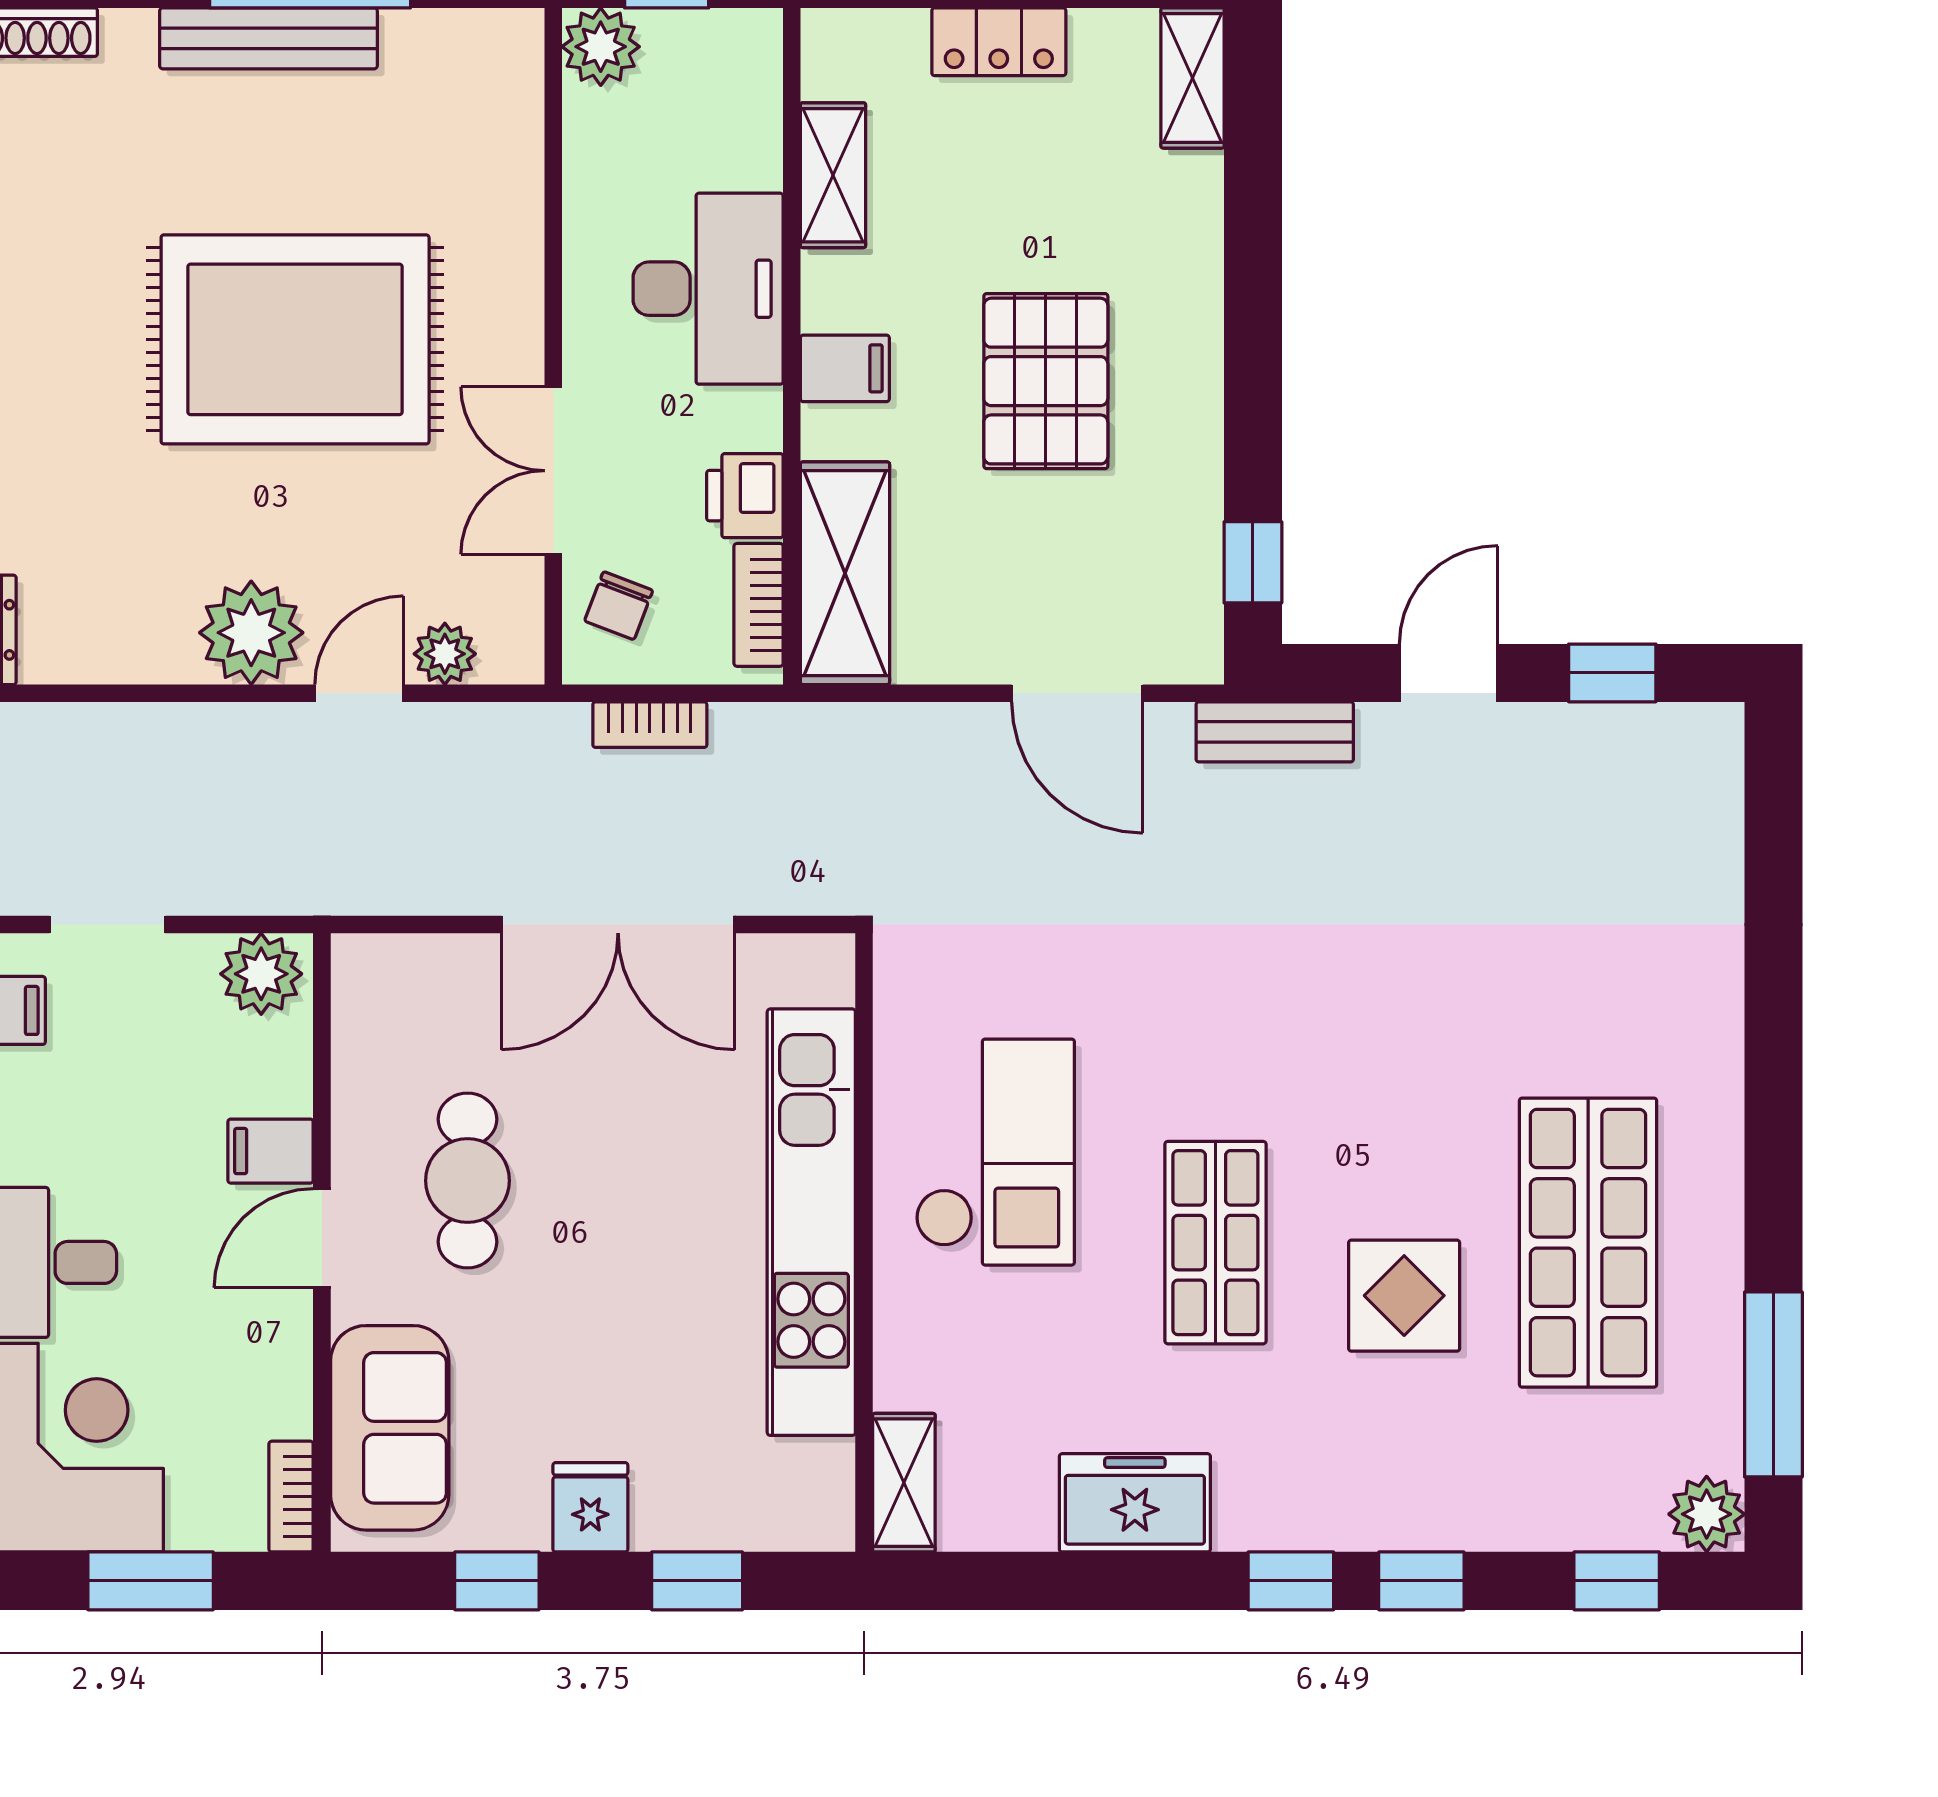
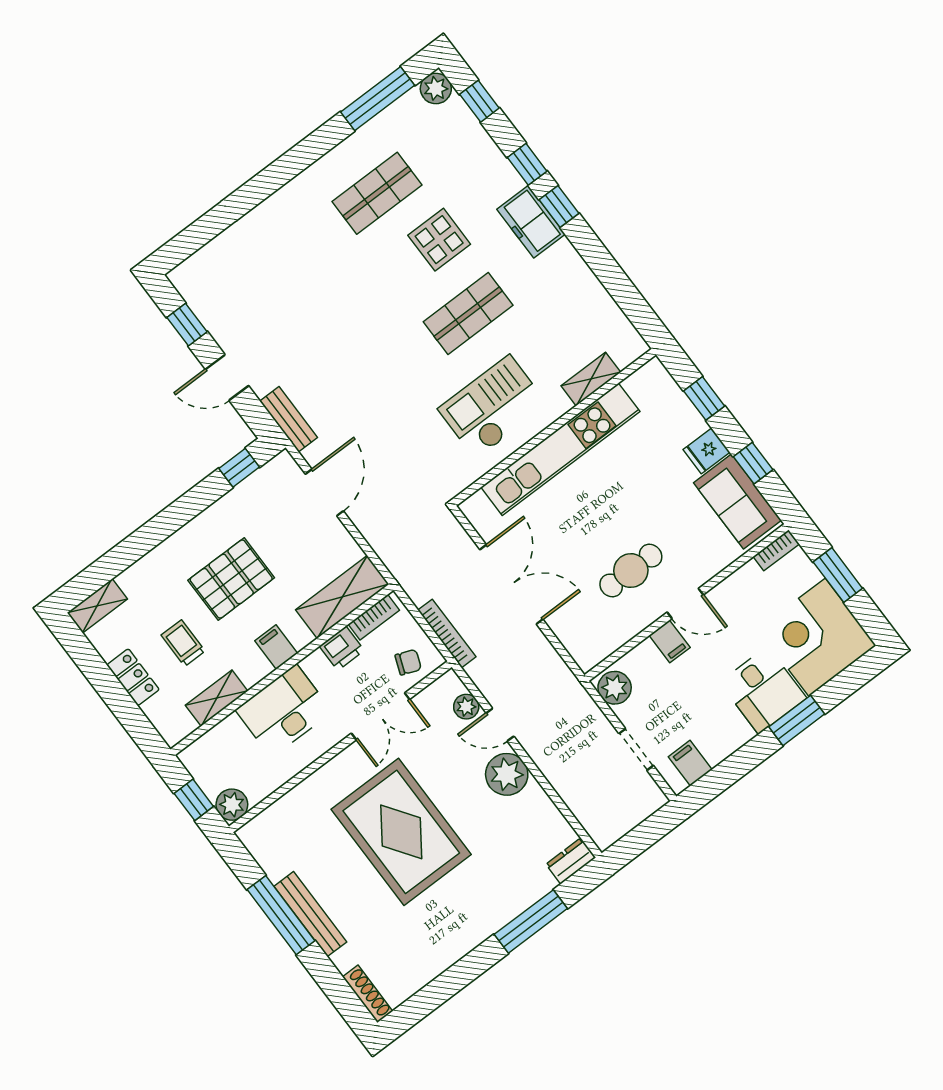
trolley: (991, 191) -> (183, 643), added
bookcase: (650, 725) -> (447, 633), width x1.56
shop shelf: (1588, 1243) -> (377, 193), width x0.70, depth x0.74
sofa: (390, 1428) -> (737, 502), moved, turned -90
shelving: (904, 1483) -> (591, 379), moved
freezer: (1135, 1503) -> (531, 222), moved

